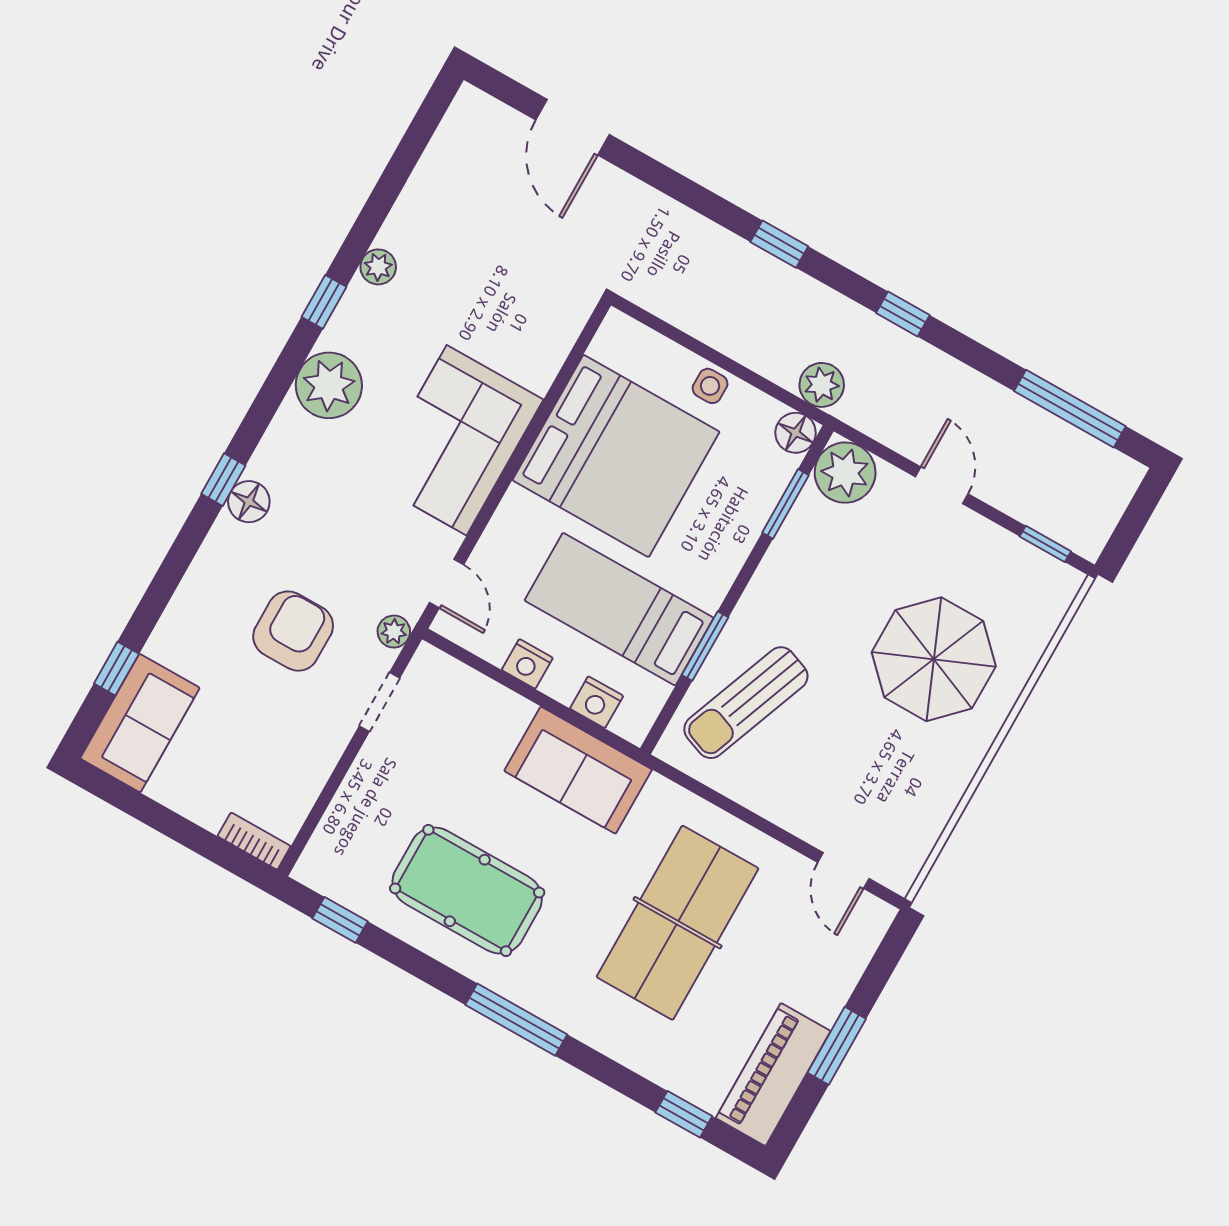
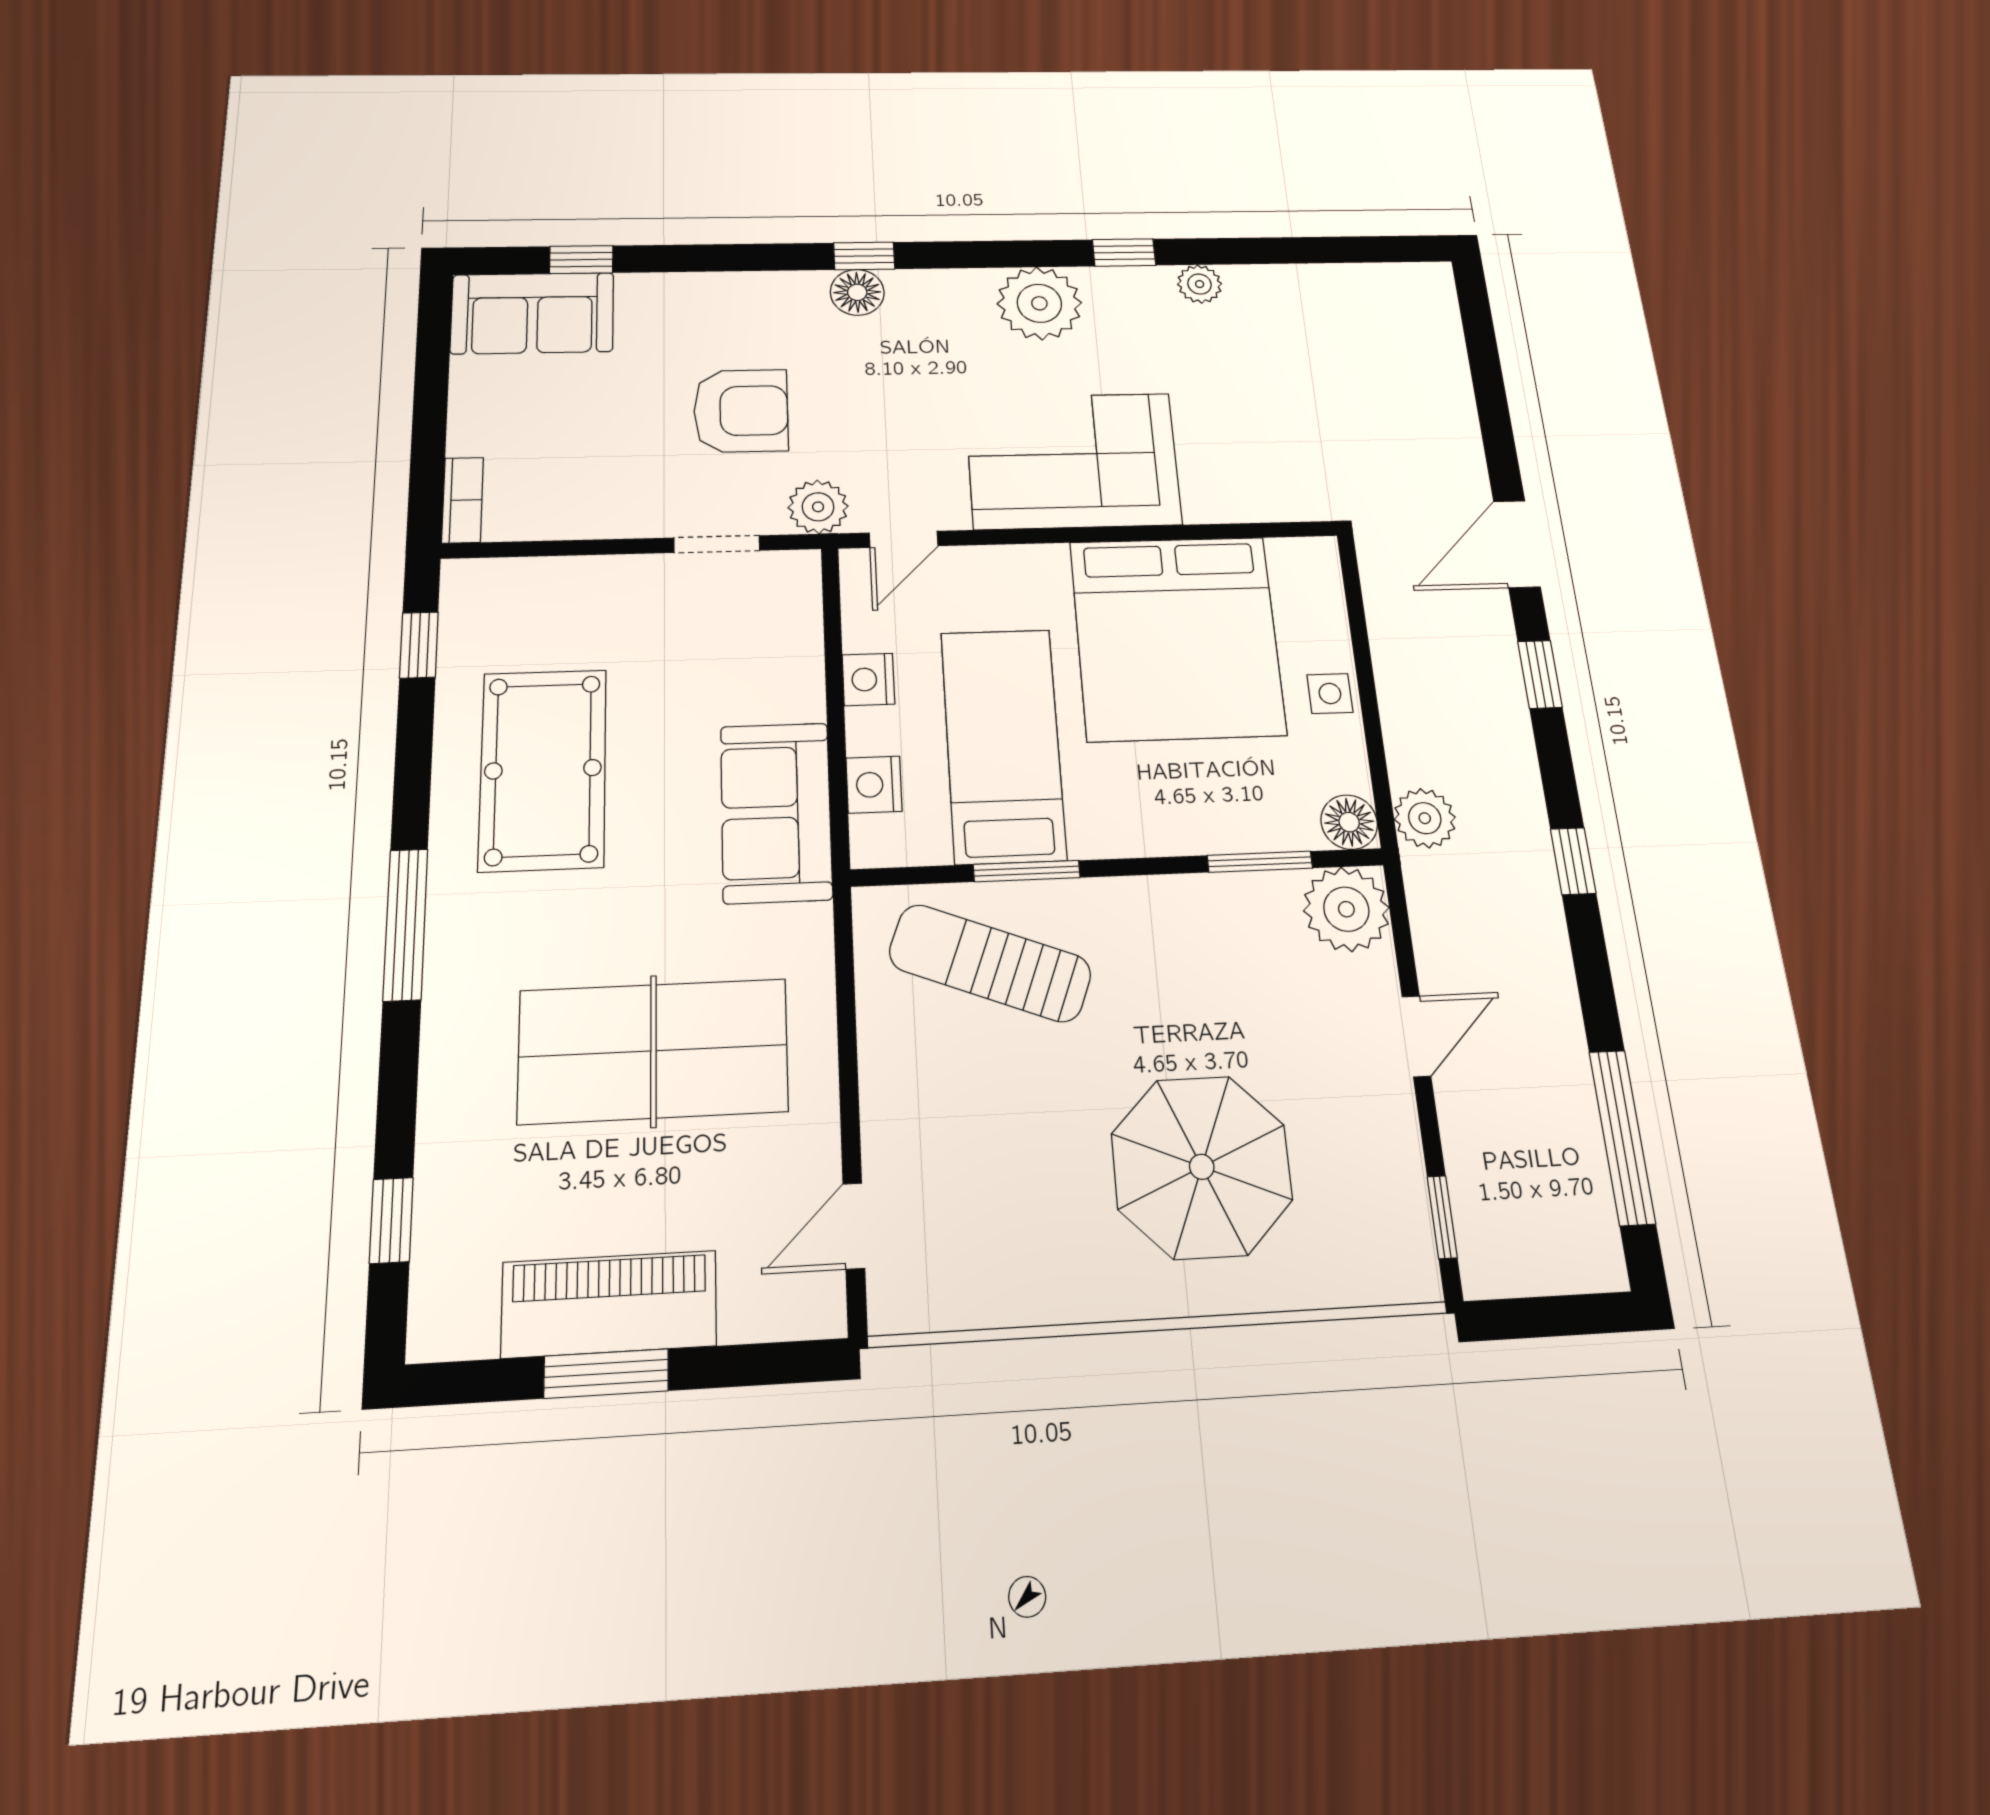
door: (573, 127) -> (1517, 544), moved
plant: (394, 632) -> (818, 507), width x1.38, depth x1.38
piano: (773, 1075) -> (609, 1304), moved

